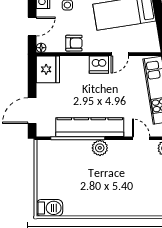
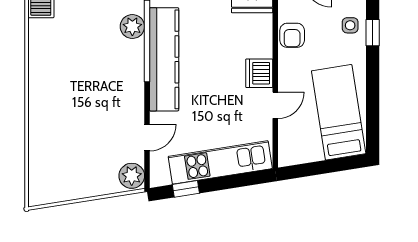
door: (120, 54) -> (275, 105), swing flipped
plant: (100, 148) -> (132, 27), moved

